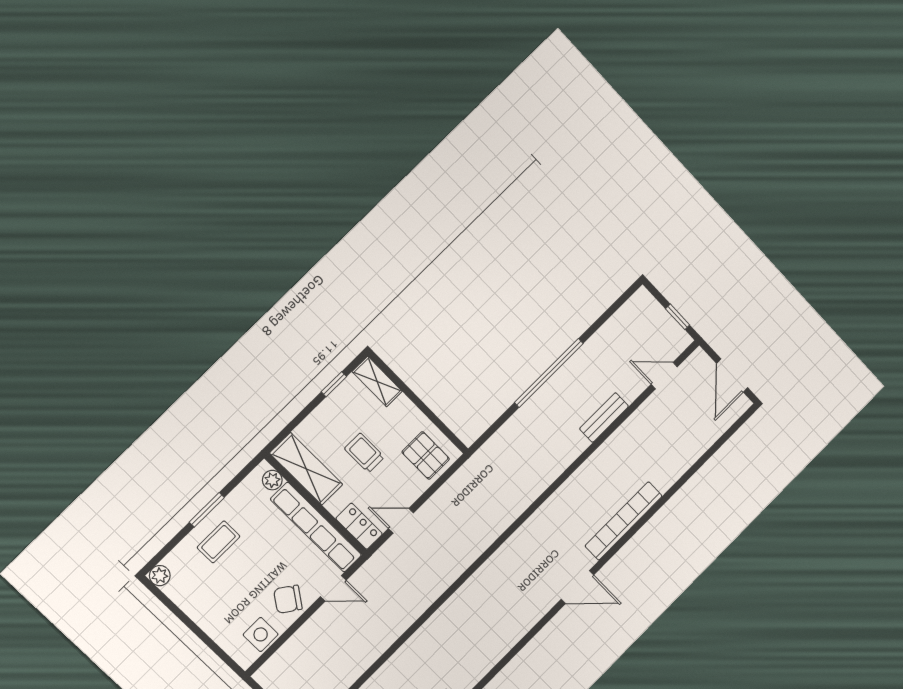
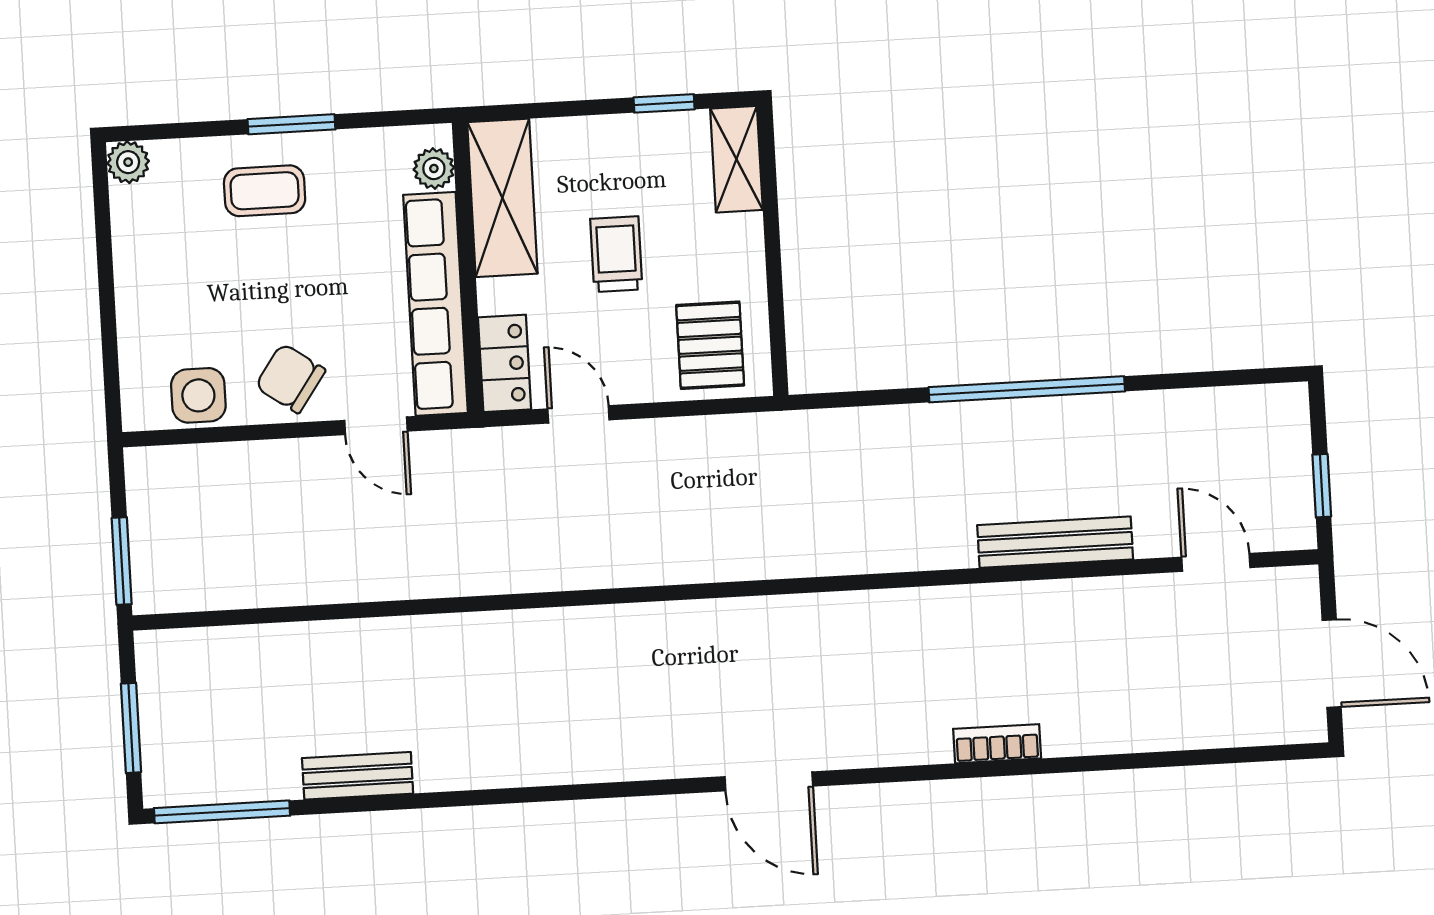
door: (732, 376) -> (1332, 664), swing flipped
bench: (604, 418) -> (1055, 542), width x1.36
bookcase: (624, 521) -> (997, 744), width x0.43, depth x0.76

